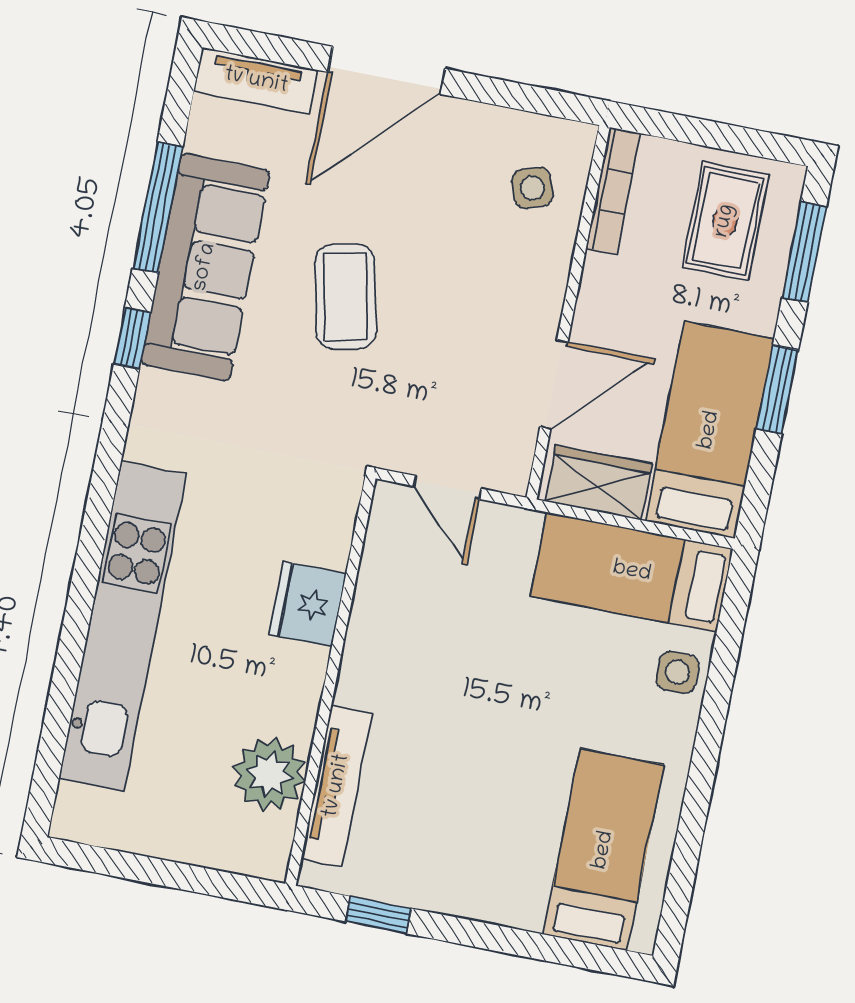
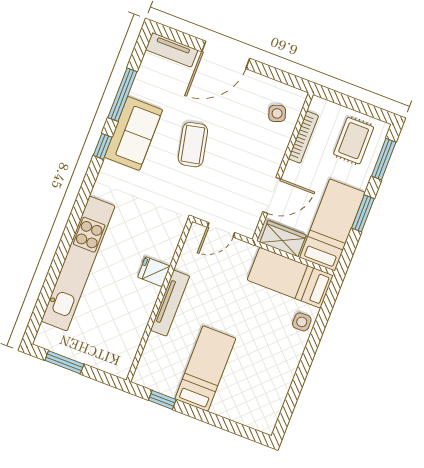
bookcase: (613, 191) -> (303, 137), moved
sofa: (205, 267) -> (133, 133), width x0.73
door: (448, 487) -> (221, 230), hinge flipped
fridge: (308, 604) -> (154, 272), width x0.72
plant: (270, 774) -> (128, 334), removed
tv unit: (337, 786) -> (170, 303), moved
bed: (604, 850) -> (205, 369), moved
window: (131, 866) -> (64, 362), added

